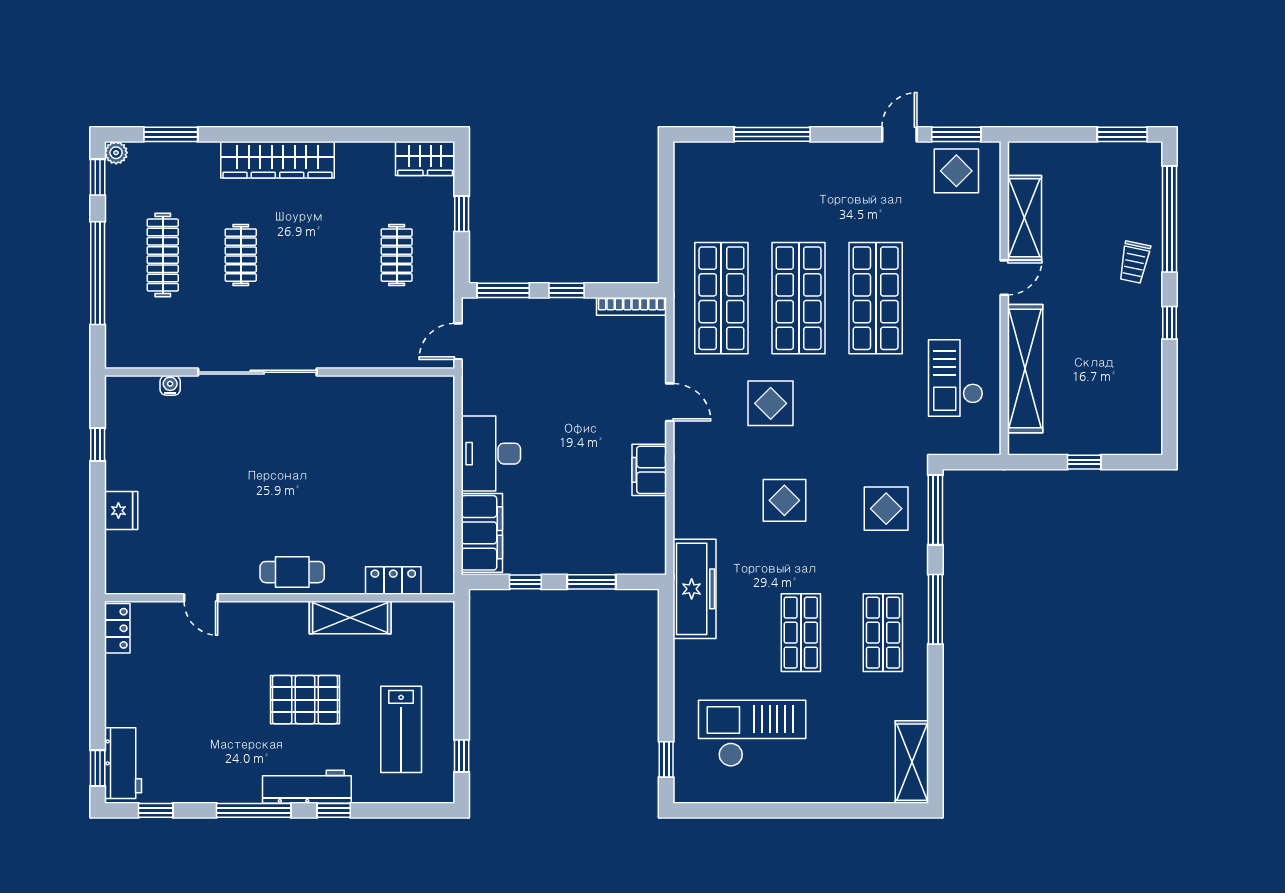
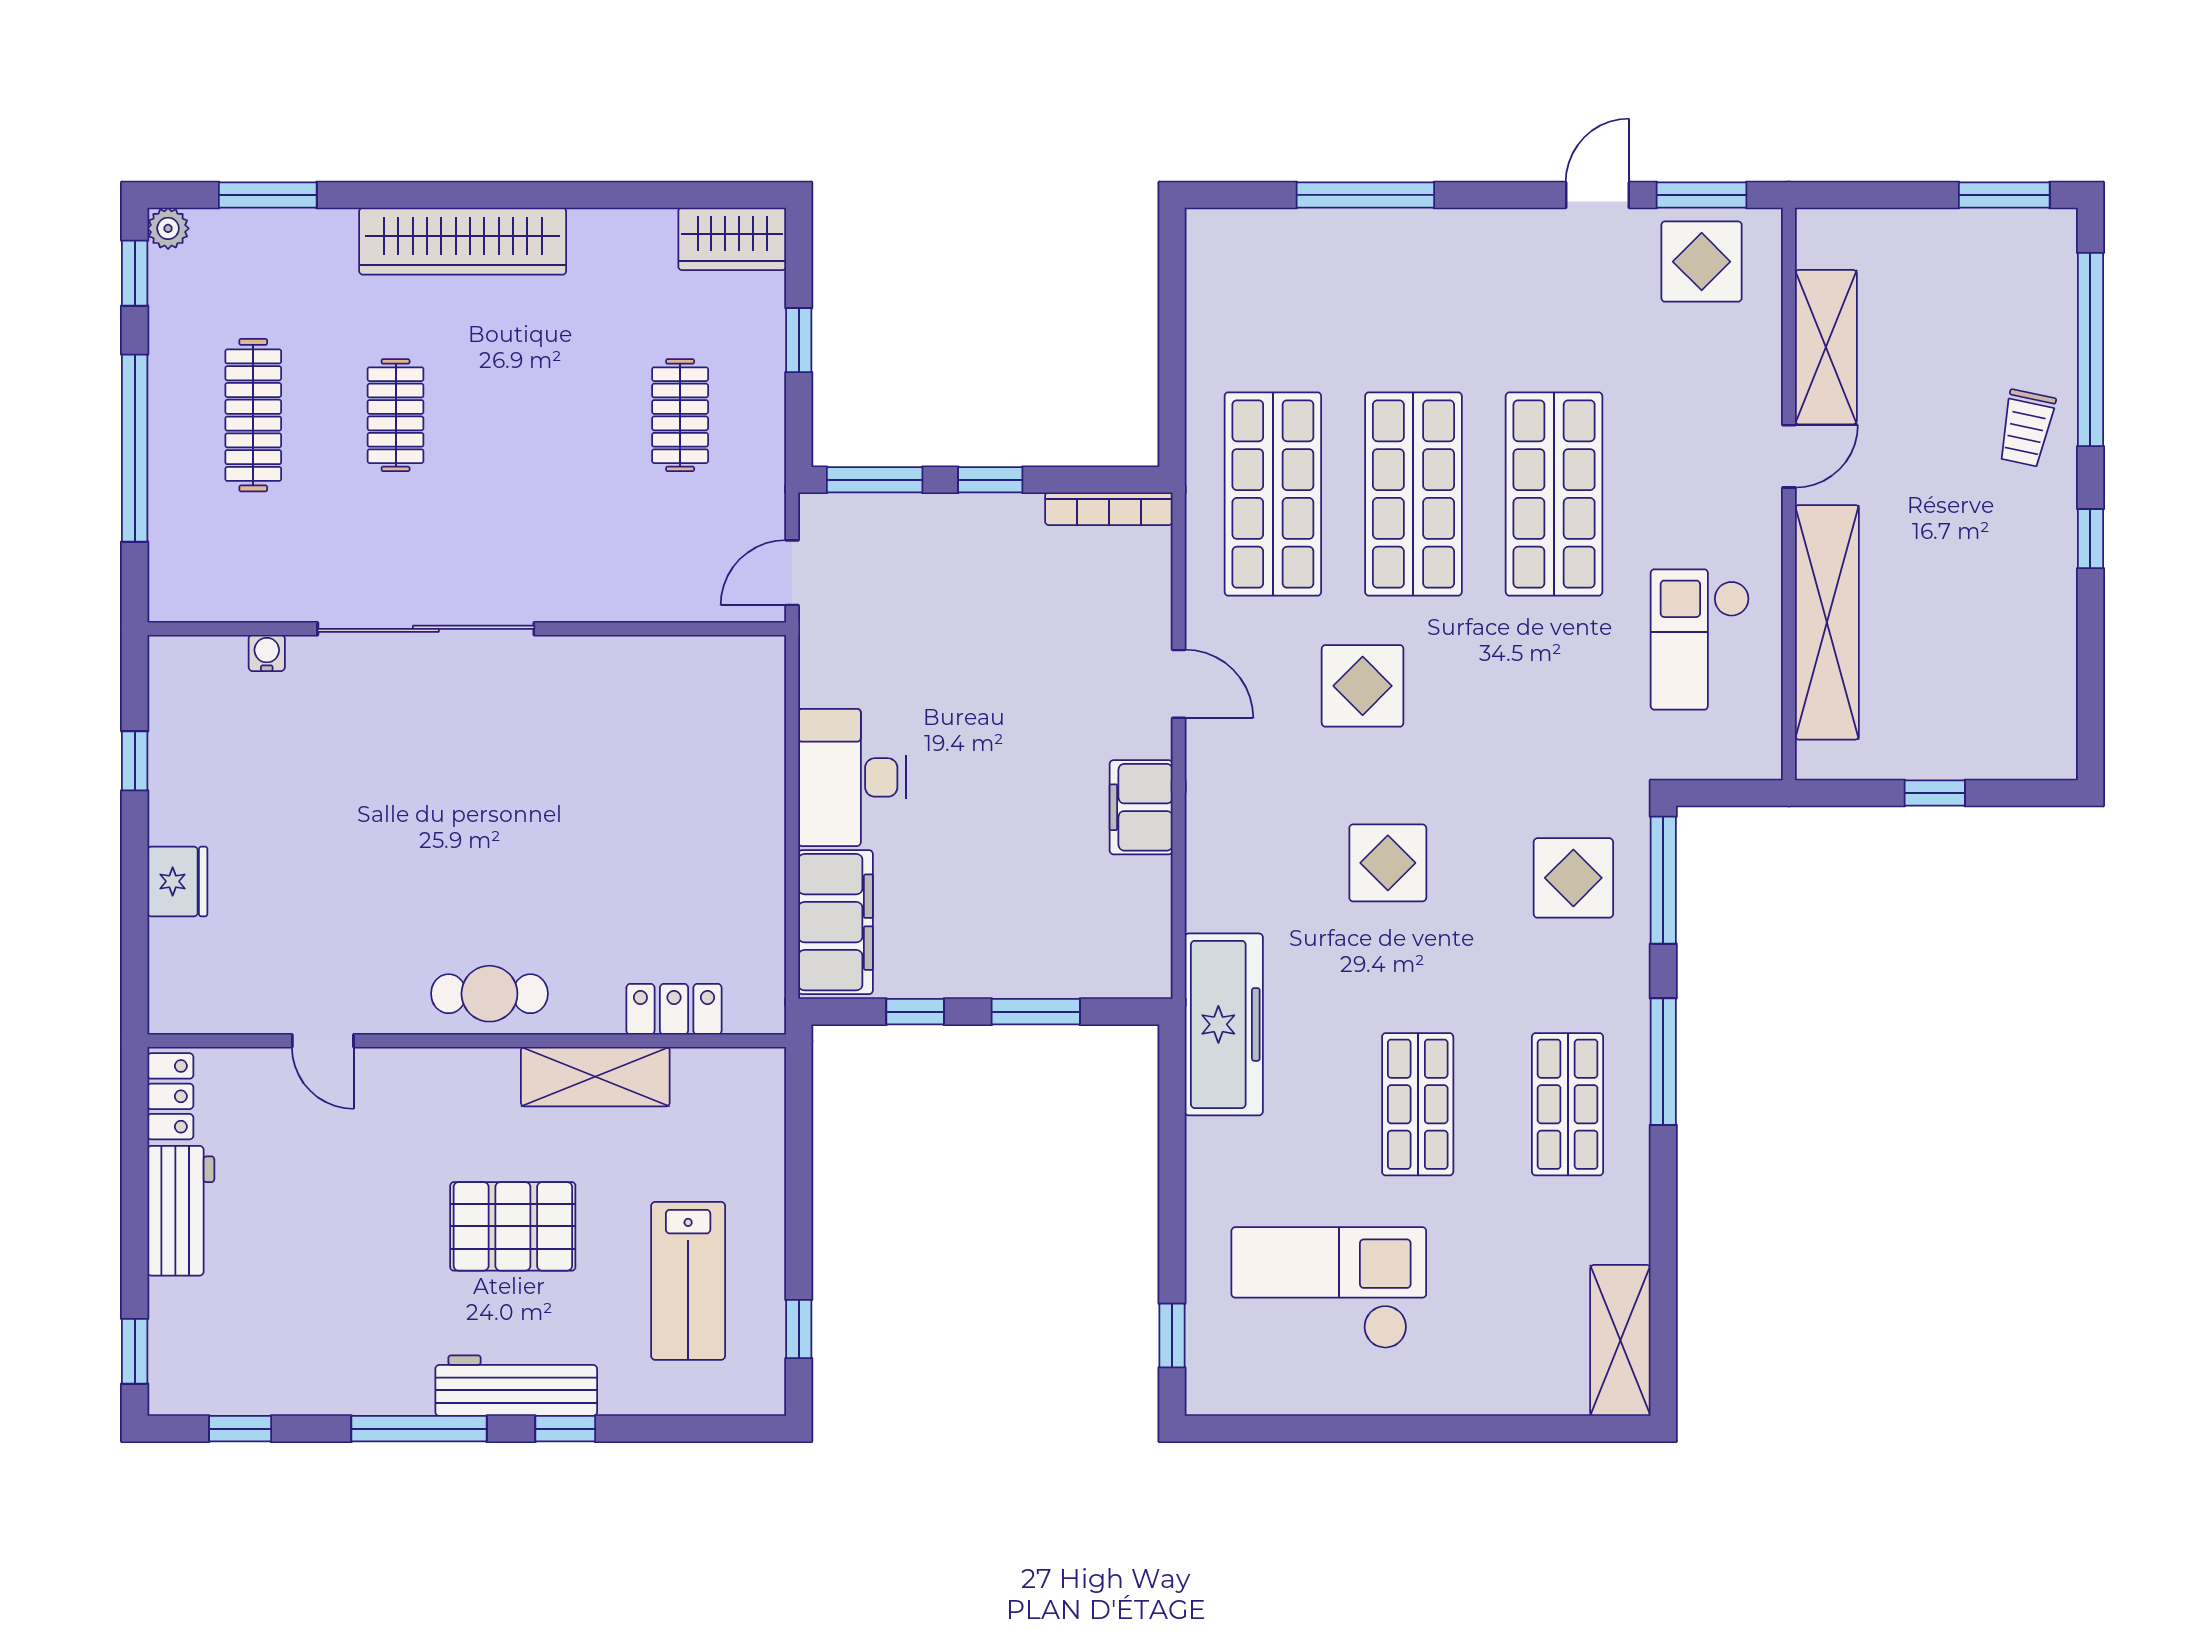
workbench: (123, 763) -> (181, 1211), moved

